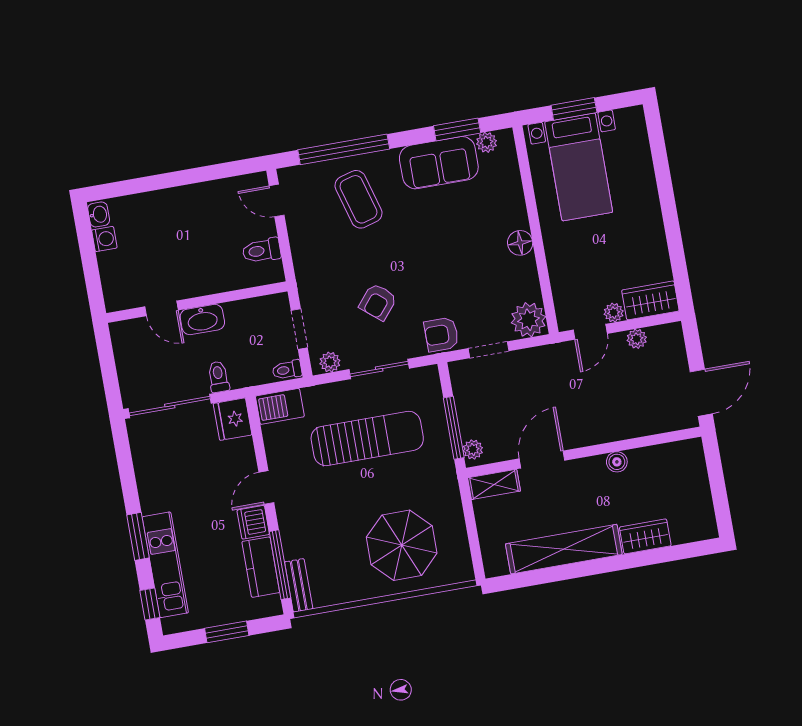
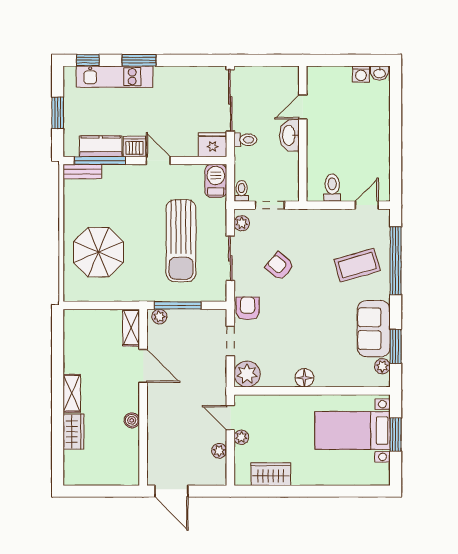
wardrobe: (650, 300) -> (271, 474), moved, turned -90
shelving: (564, 549) -> (72, 393), width x0.45, depth x0.75

